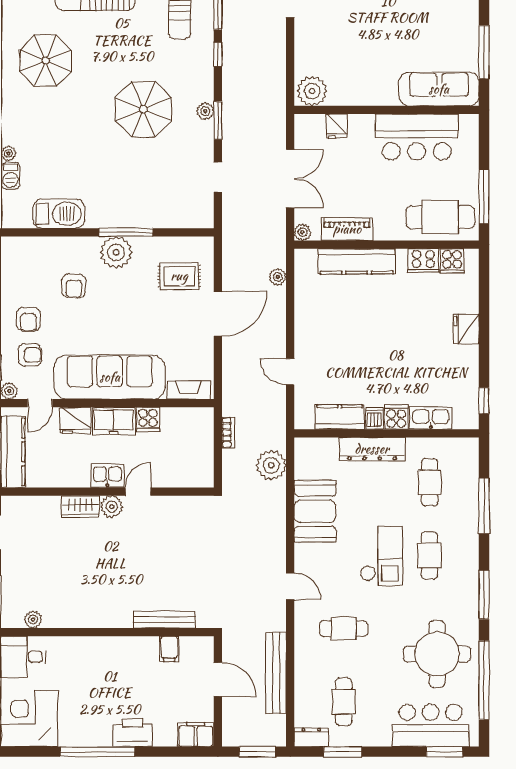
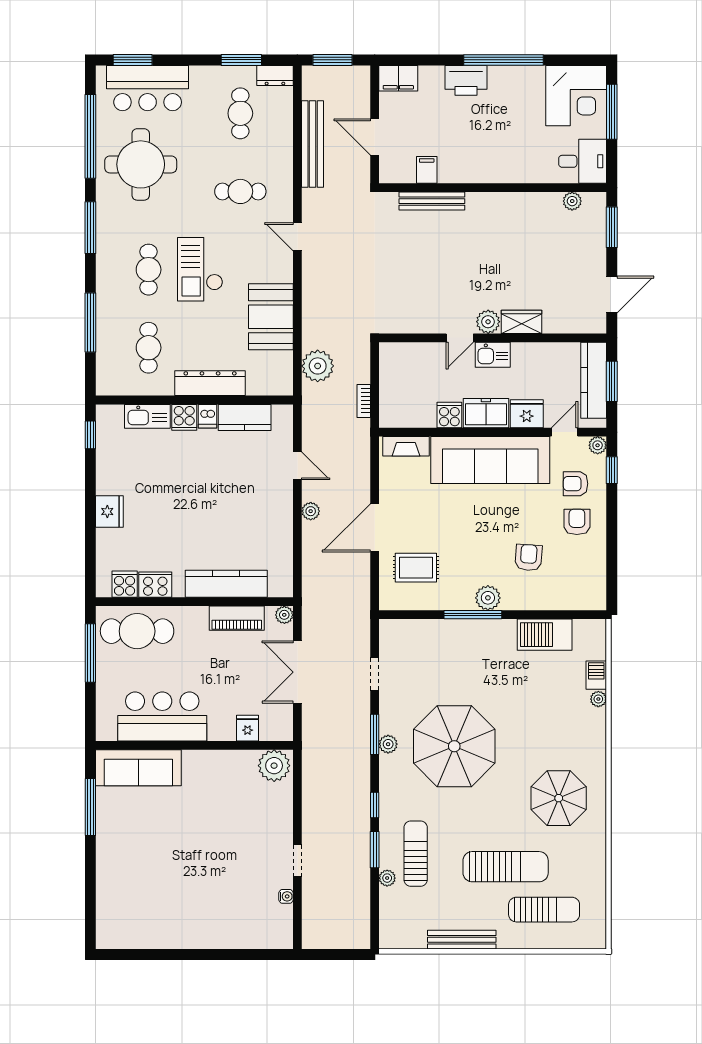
parasol: (143, 109) -> (454, 746), width x1.36, depth x1.36
plant: (116, 252) -> (488, 598), width x0.73, depth x0.73
plant: (278, 277) -> (311, 511), moved

